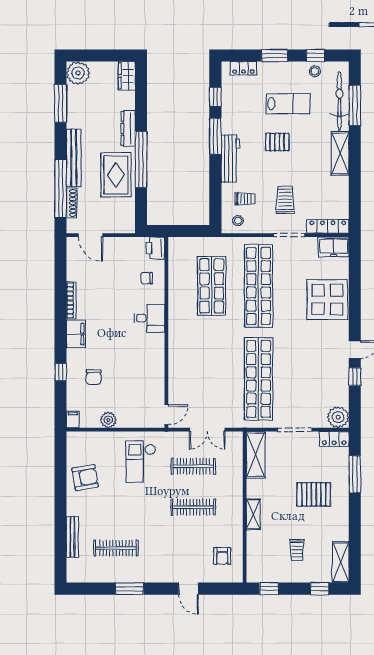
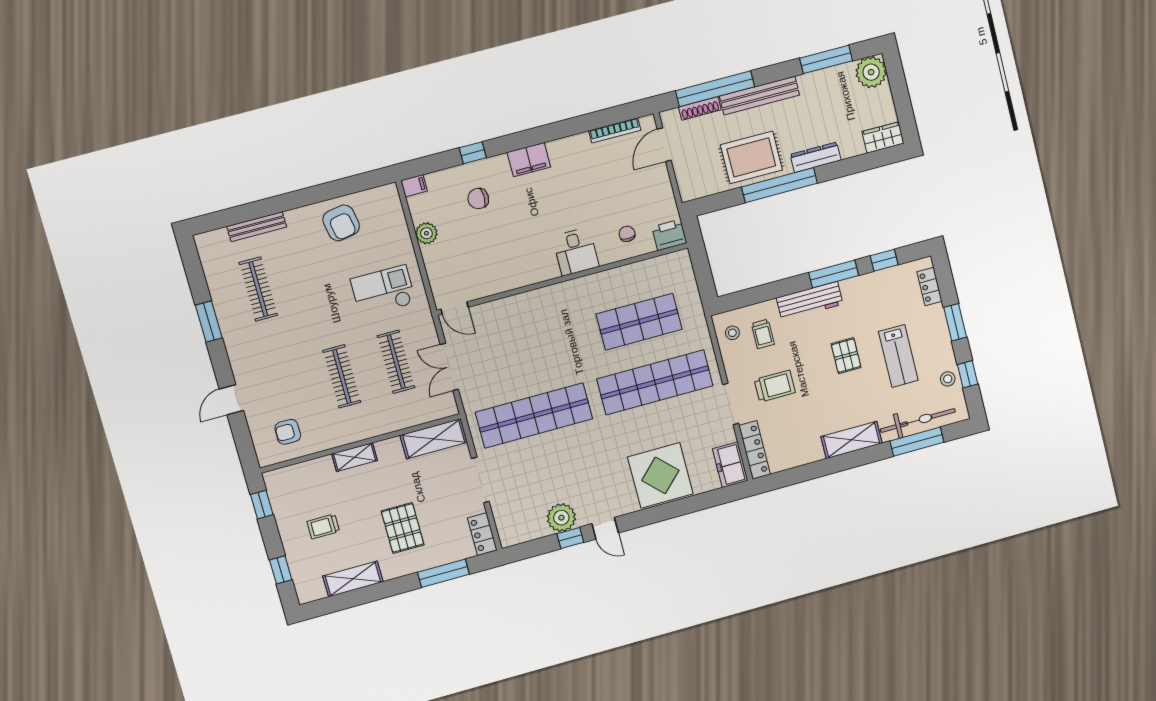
bookcase: (71, 300) -> (615, 130), moved
plant: (338, 417) -> (561, 518), moved
shelving: (341, 562) -> (353, 579), moved

